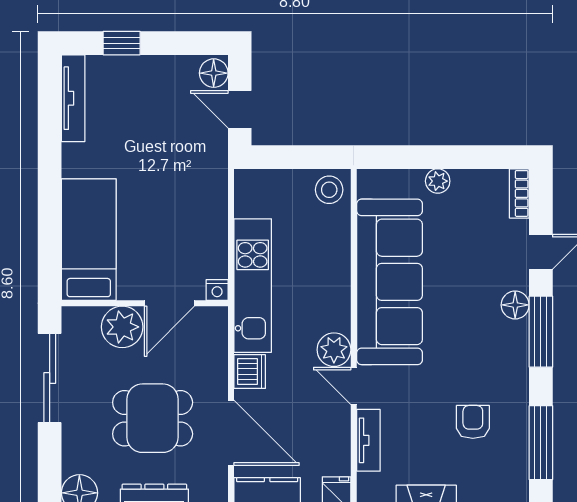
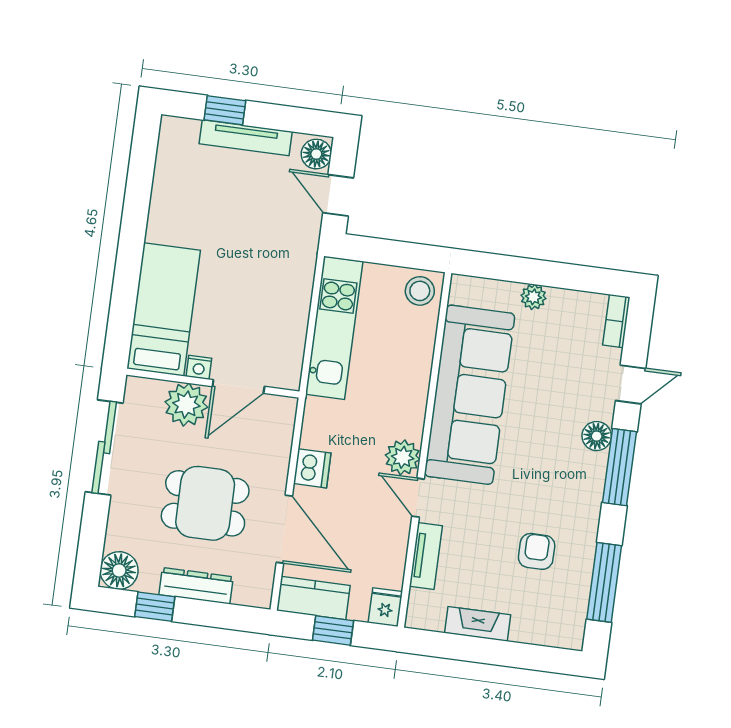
tv unit: (73, 98) -> (246, 138), moved, turned 90
kitchen unit: (253, 286) -> (334, 328), moved
nightstand: (217, 290) -> (199, 367), moved

